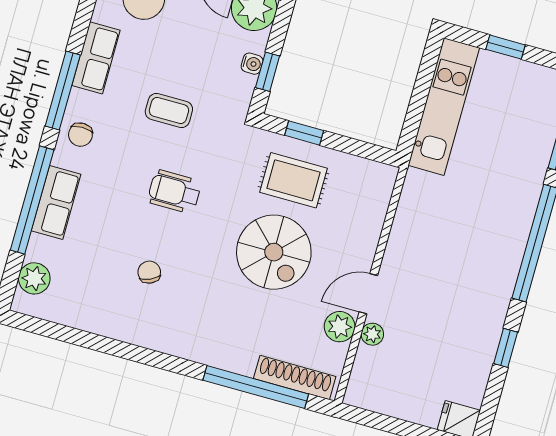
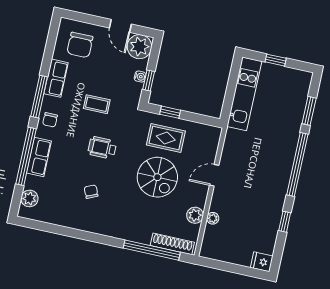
door: (368, 294) -> (214, 175), moved

